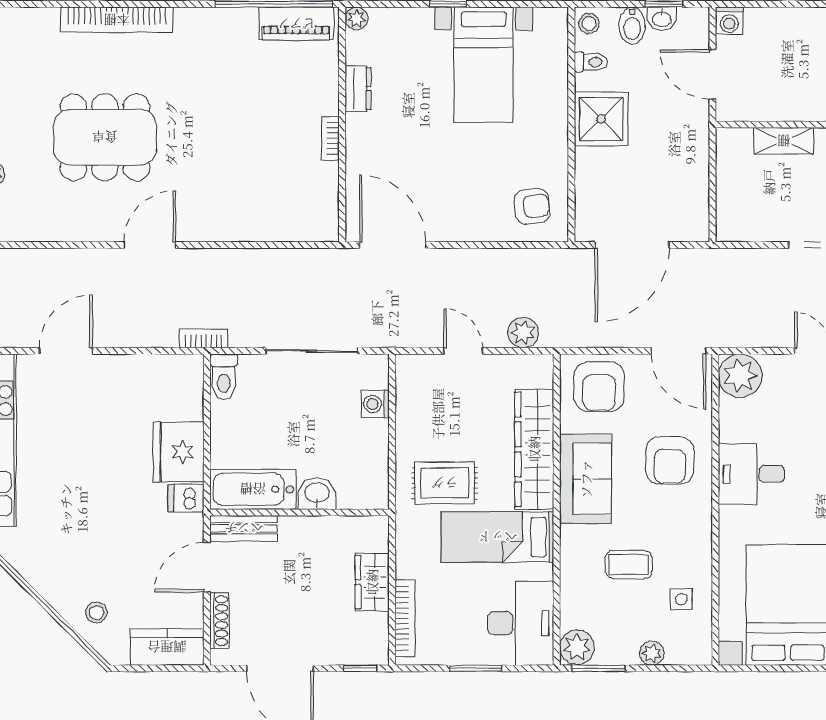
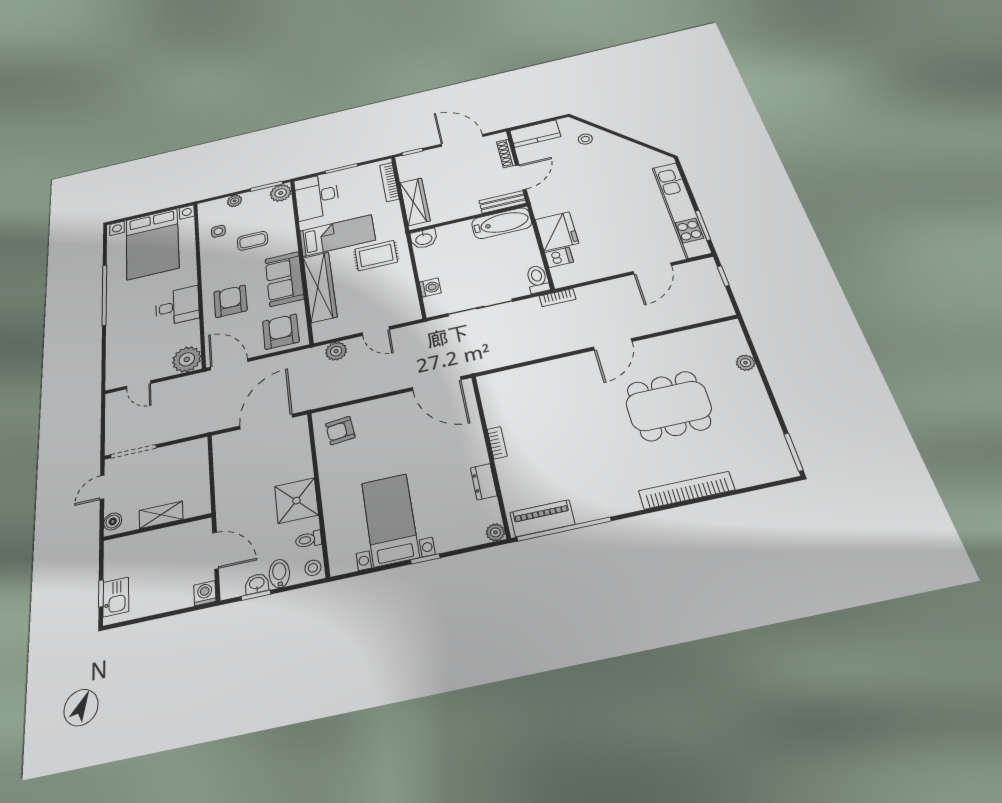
washbasin: (317, 494) -> (424, 239), moved
dishwasher: (186, 498) -> (559, 257), moved
wardrobe: (372, 582) -> (415, 202), width x1.50

